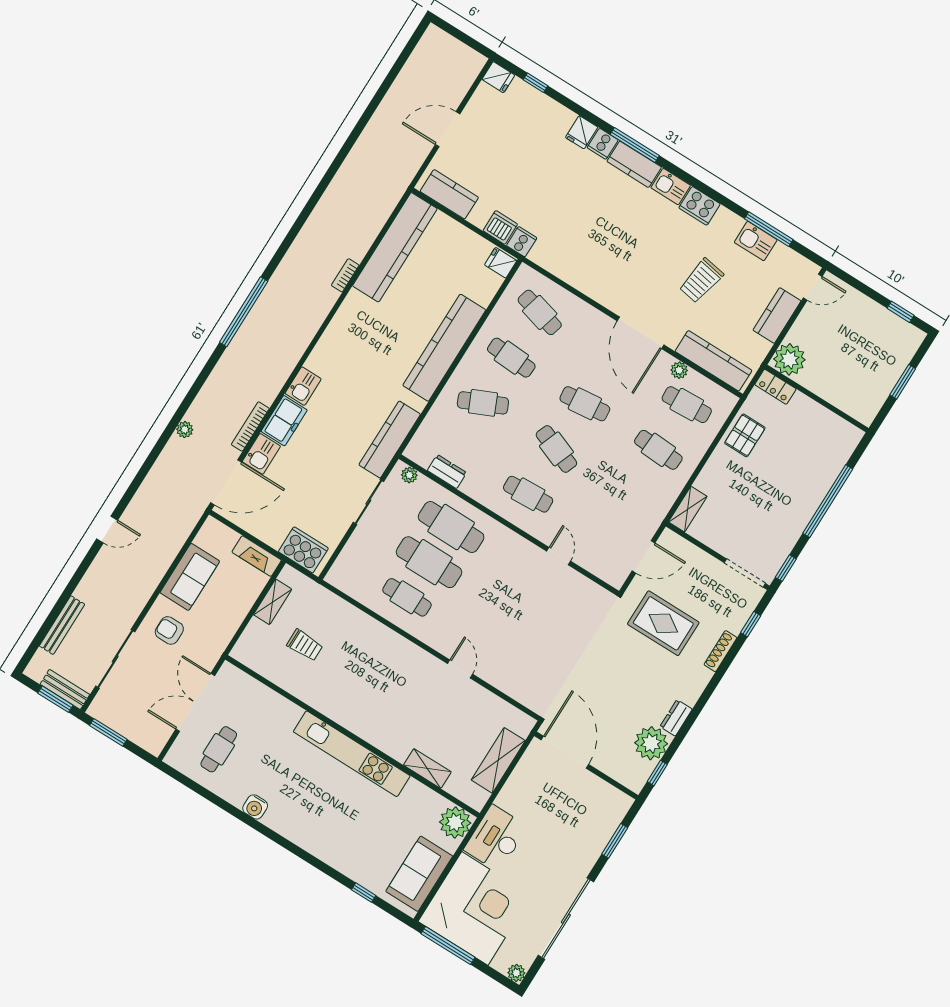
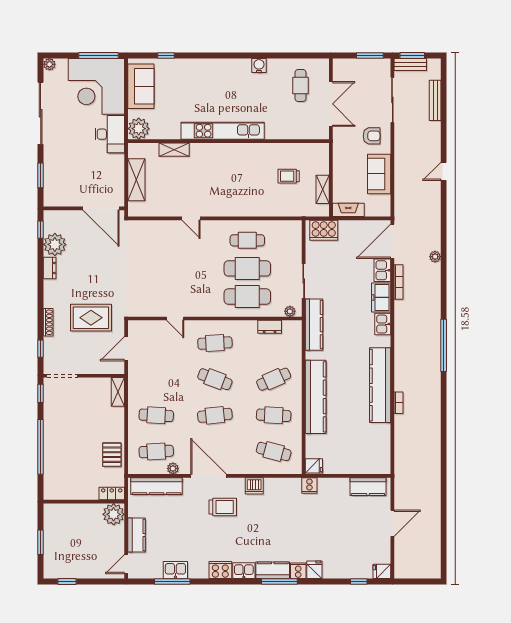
dishwasher: (500, 227) -> (254, 486), moved
kitchen counter: (395, 247) -> (380, 385), moved
trolley: (701, 281) -> (223, 507), moved, turned 80

